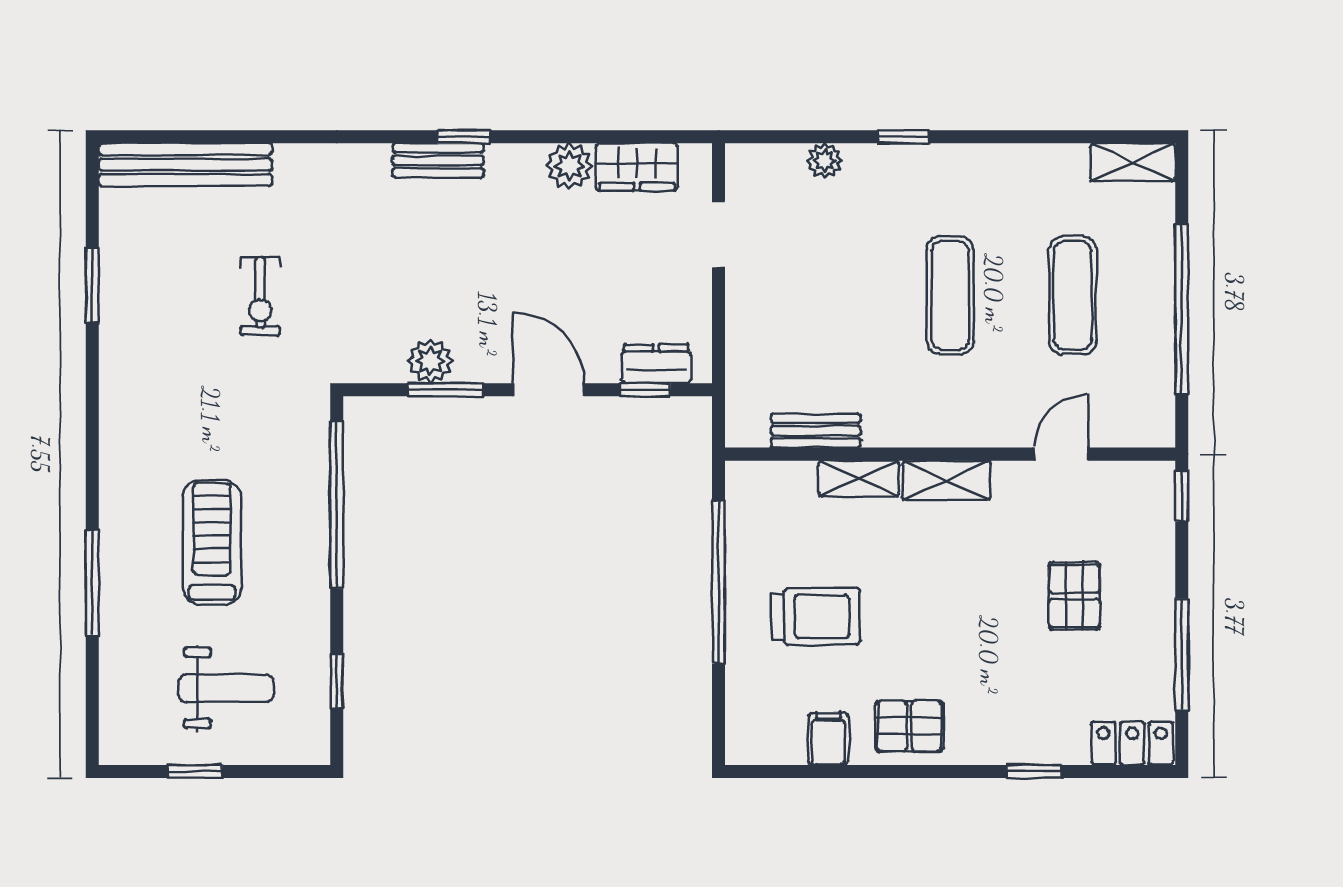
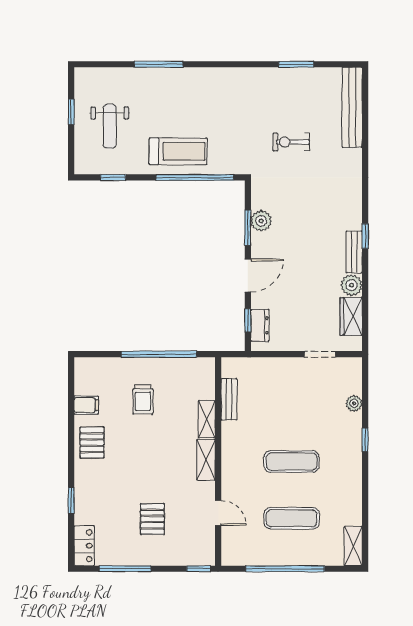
bench: (438, 160) -> (354, 252), moved
treadmill: (212, 543) -> (178, 151), moved
pallet: (1074, 596) -> (152, 519), turned 90
trolley: (816, 616) -> (143, 399), width x0.73, depth x0.72

